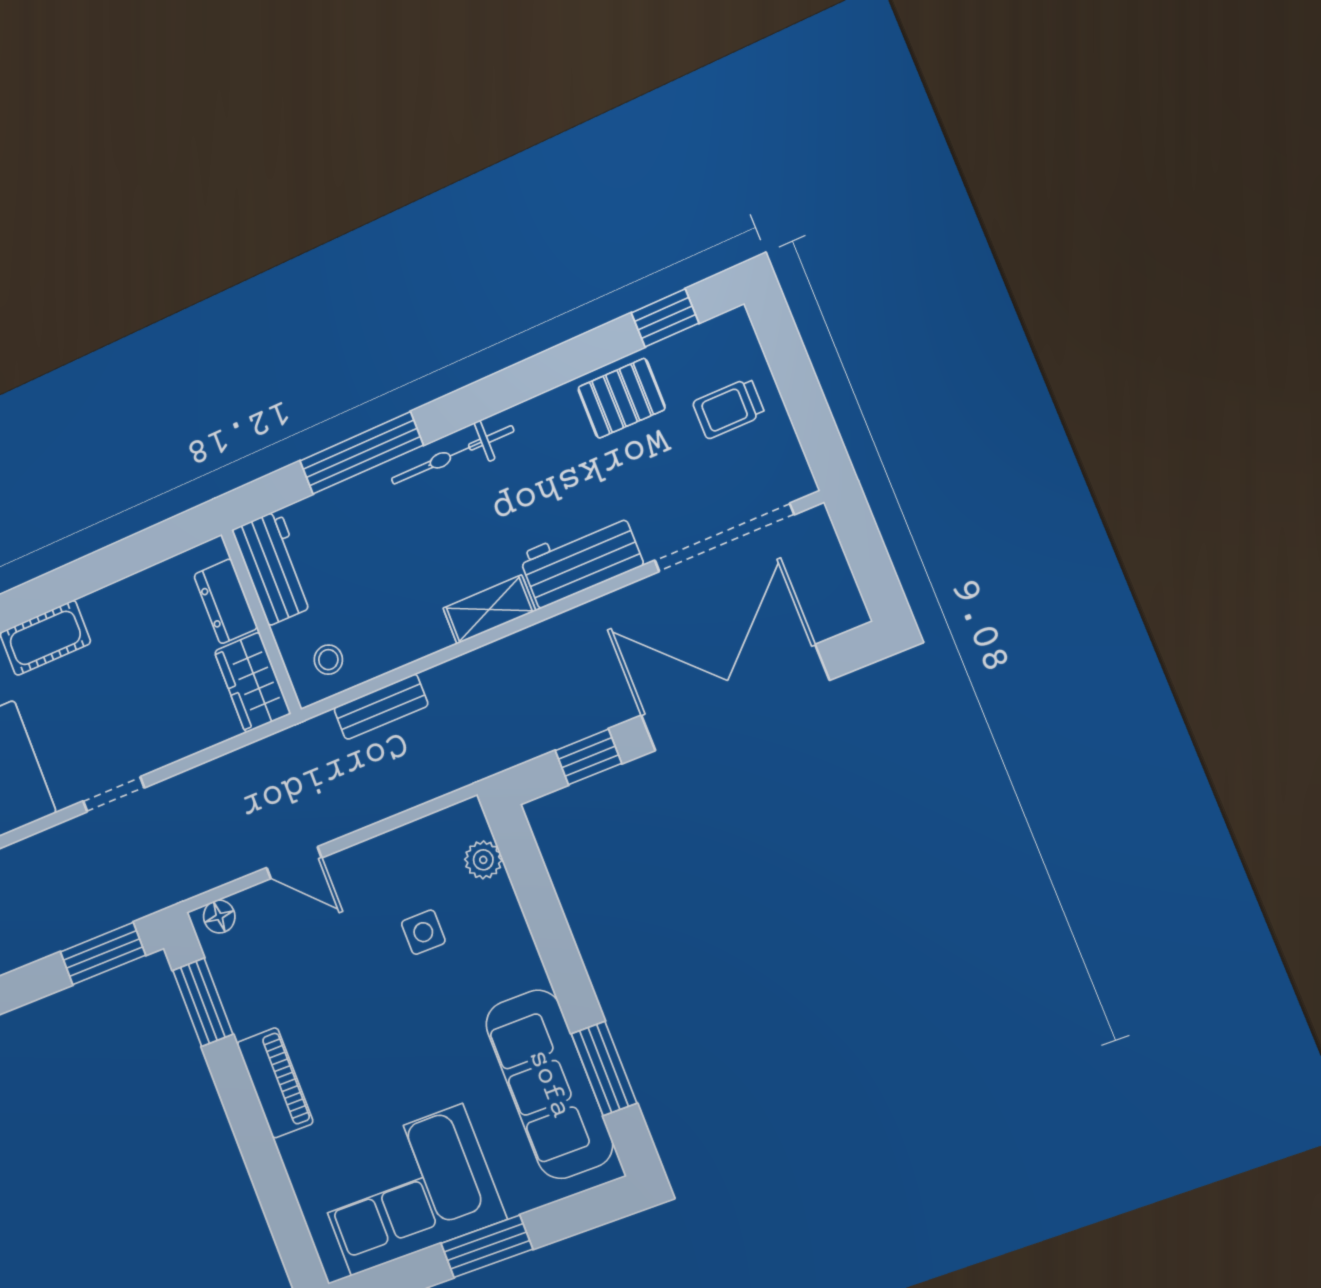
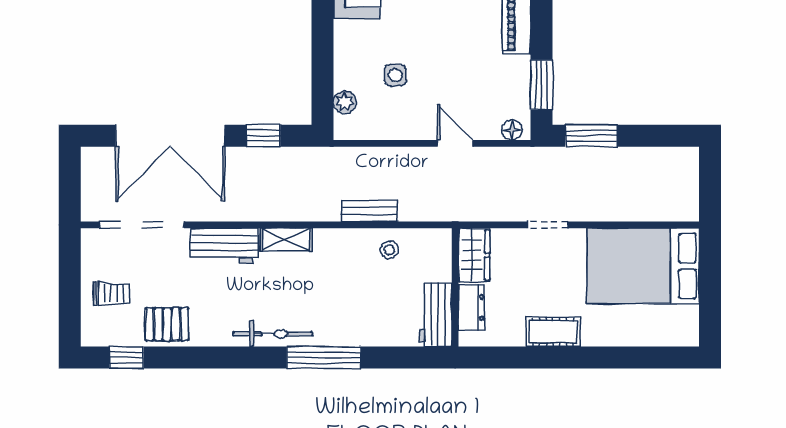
workbench: (274, 568) -> (435, 315), moved
dresser: (226, 601) -> (471, 308), moved
wall: (261, 622) -> (455, 287), moved
wardrobe: (252, 682) -> (474, 255), moved

